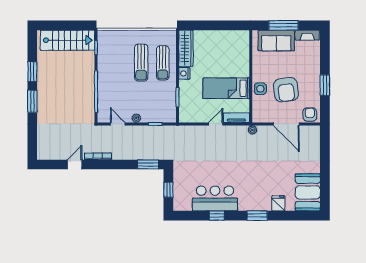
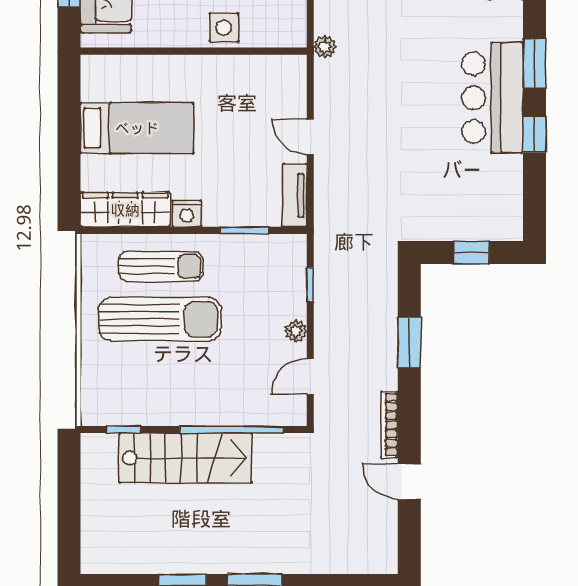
stairs: (68, 40) -> (185, 458), moved, turned 90
sun lounger: (141, 63) -> (160, 319), width x1.36, depth x1.34
bed: (226, 88) -> (137, 128), moved, turned -90
tv unit: (236, 118) -> (295, 195), moved
window: (148, 164) -> (409, 342), moved
bar counter: (215, 198) -> (492, 98), moved
window: (257, 216) -> (534, 64), moved

